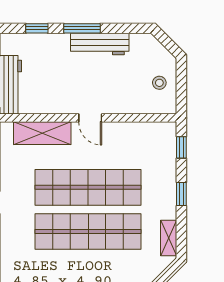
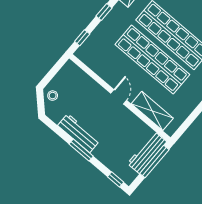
window: (37, 28) -> (116, 179), moved
stool: (159, 83) -> (53, 96), moved

